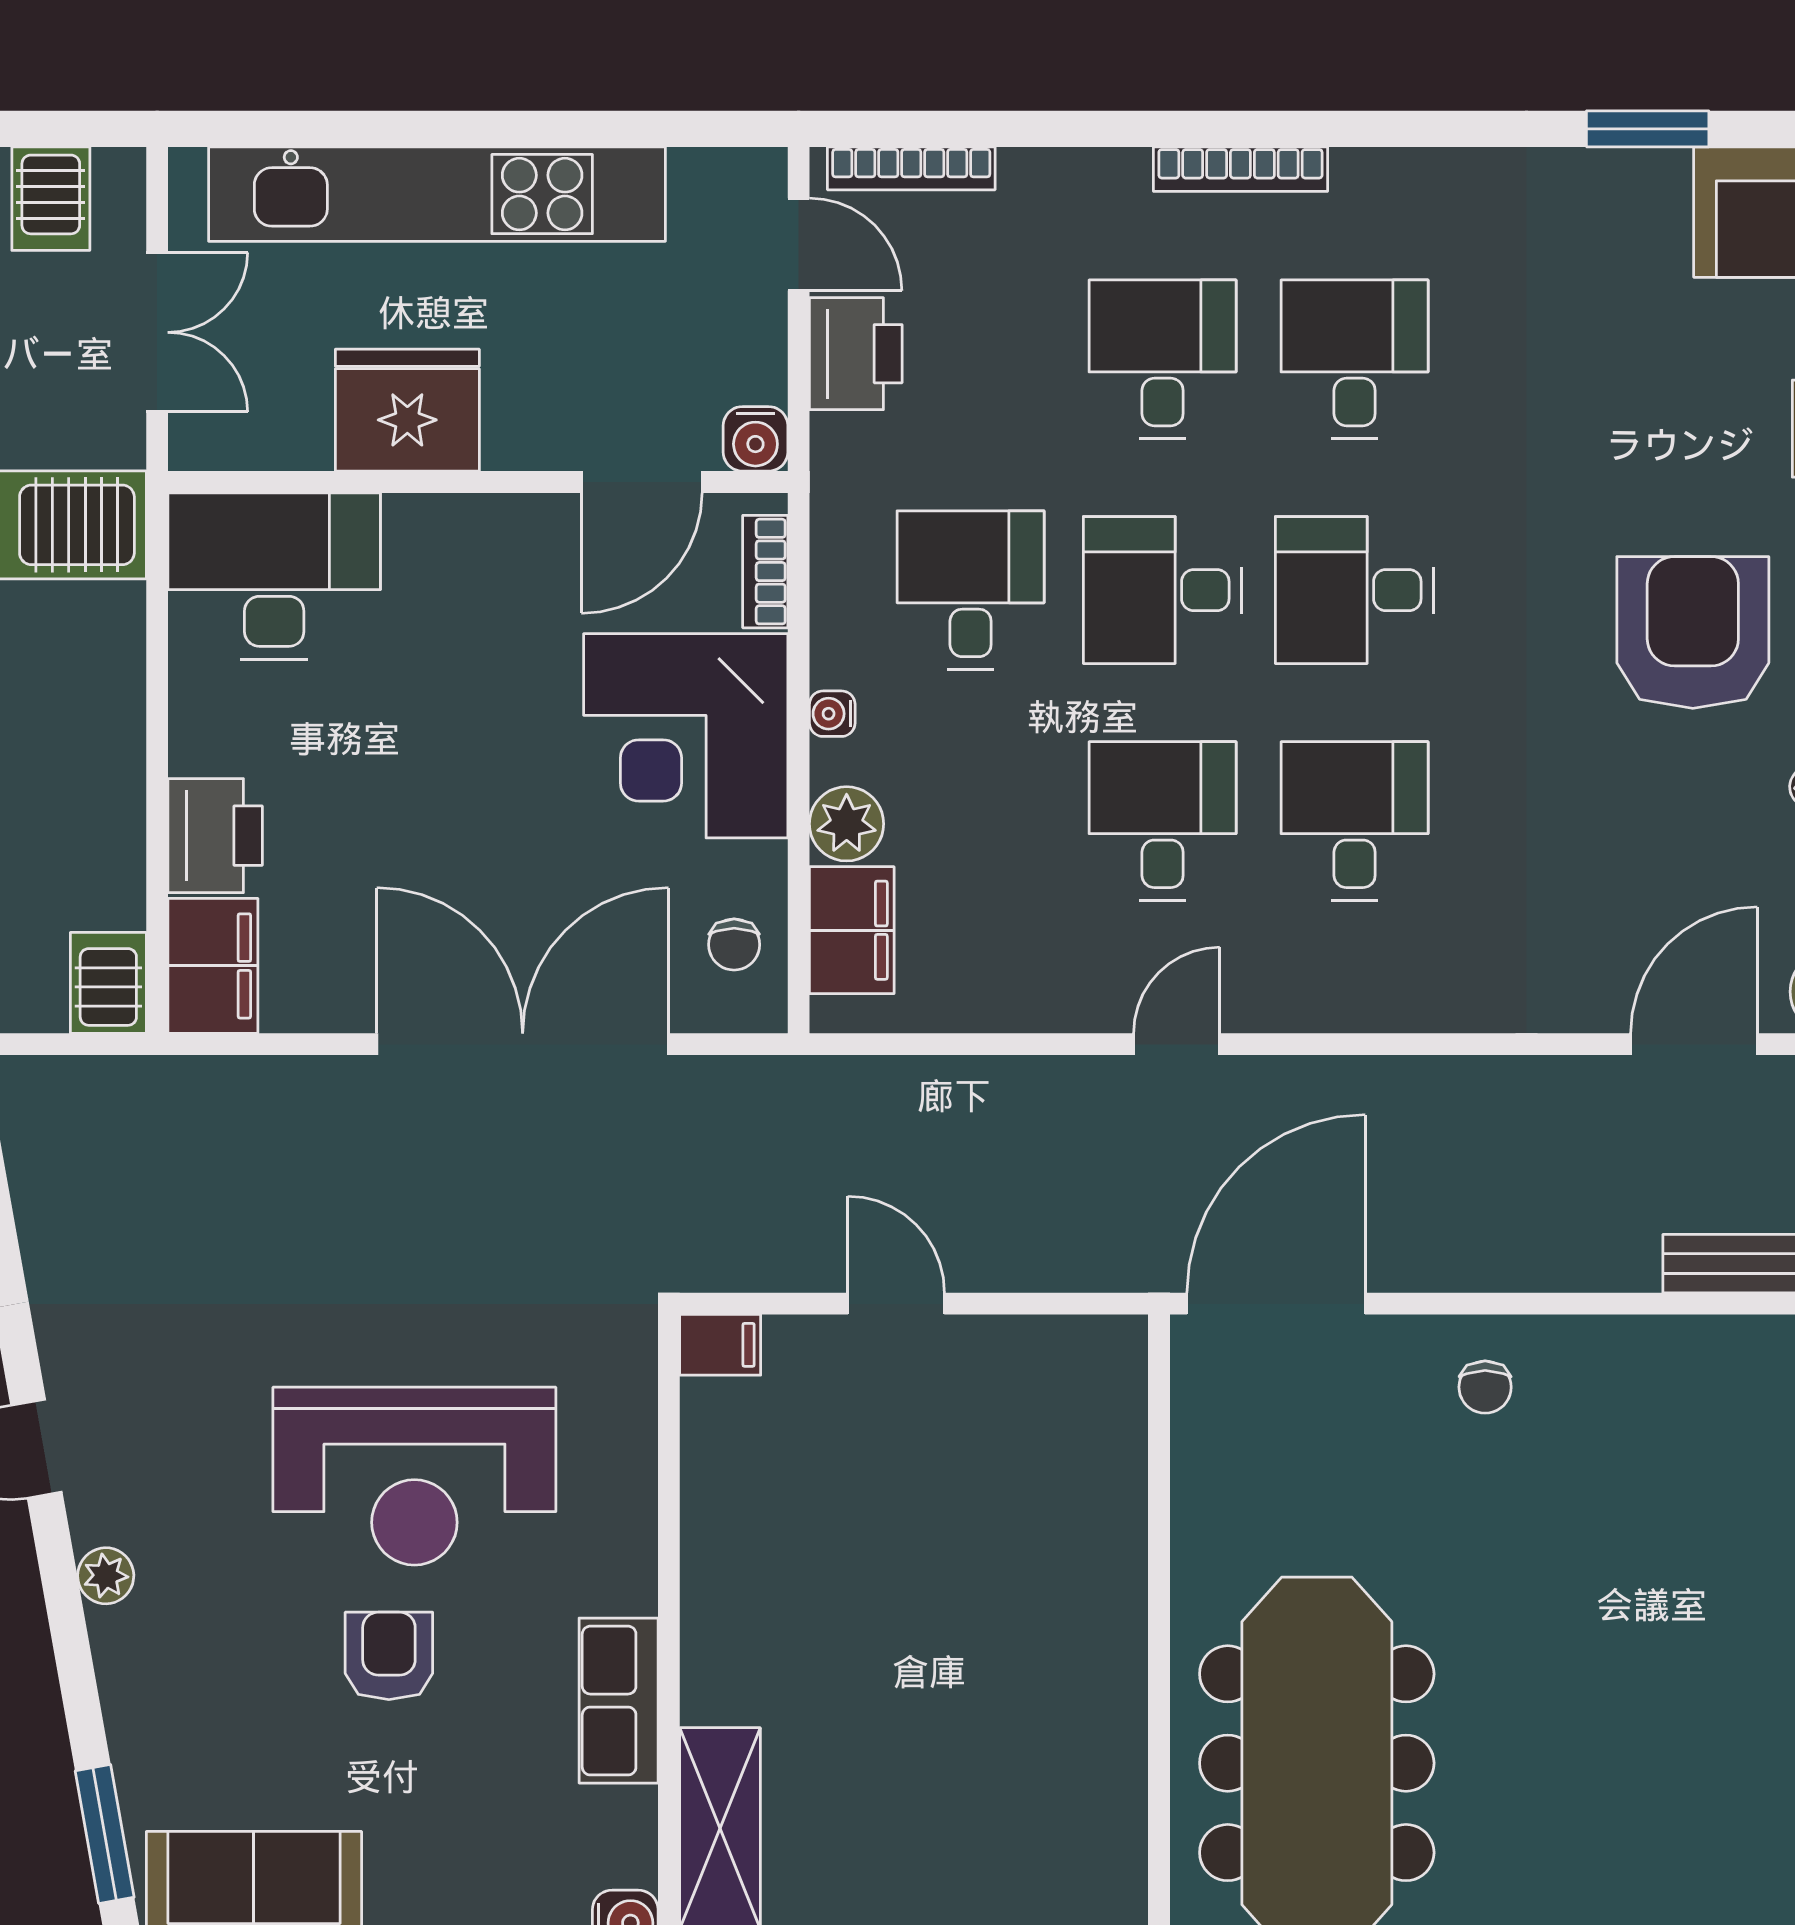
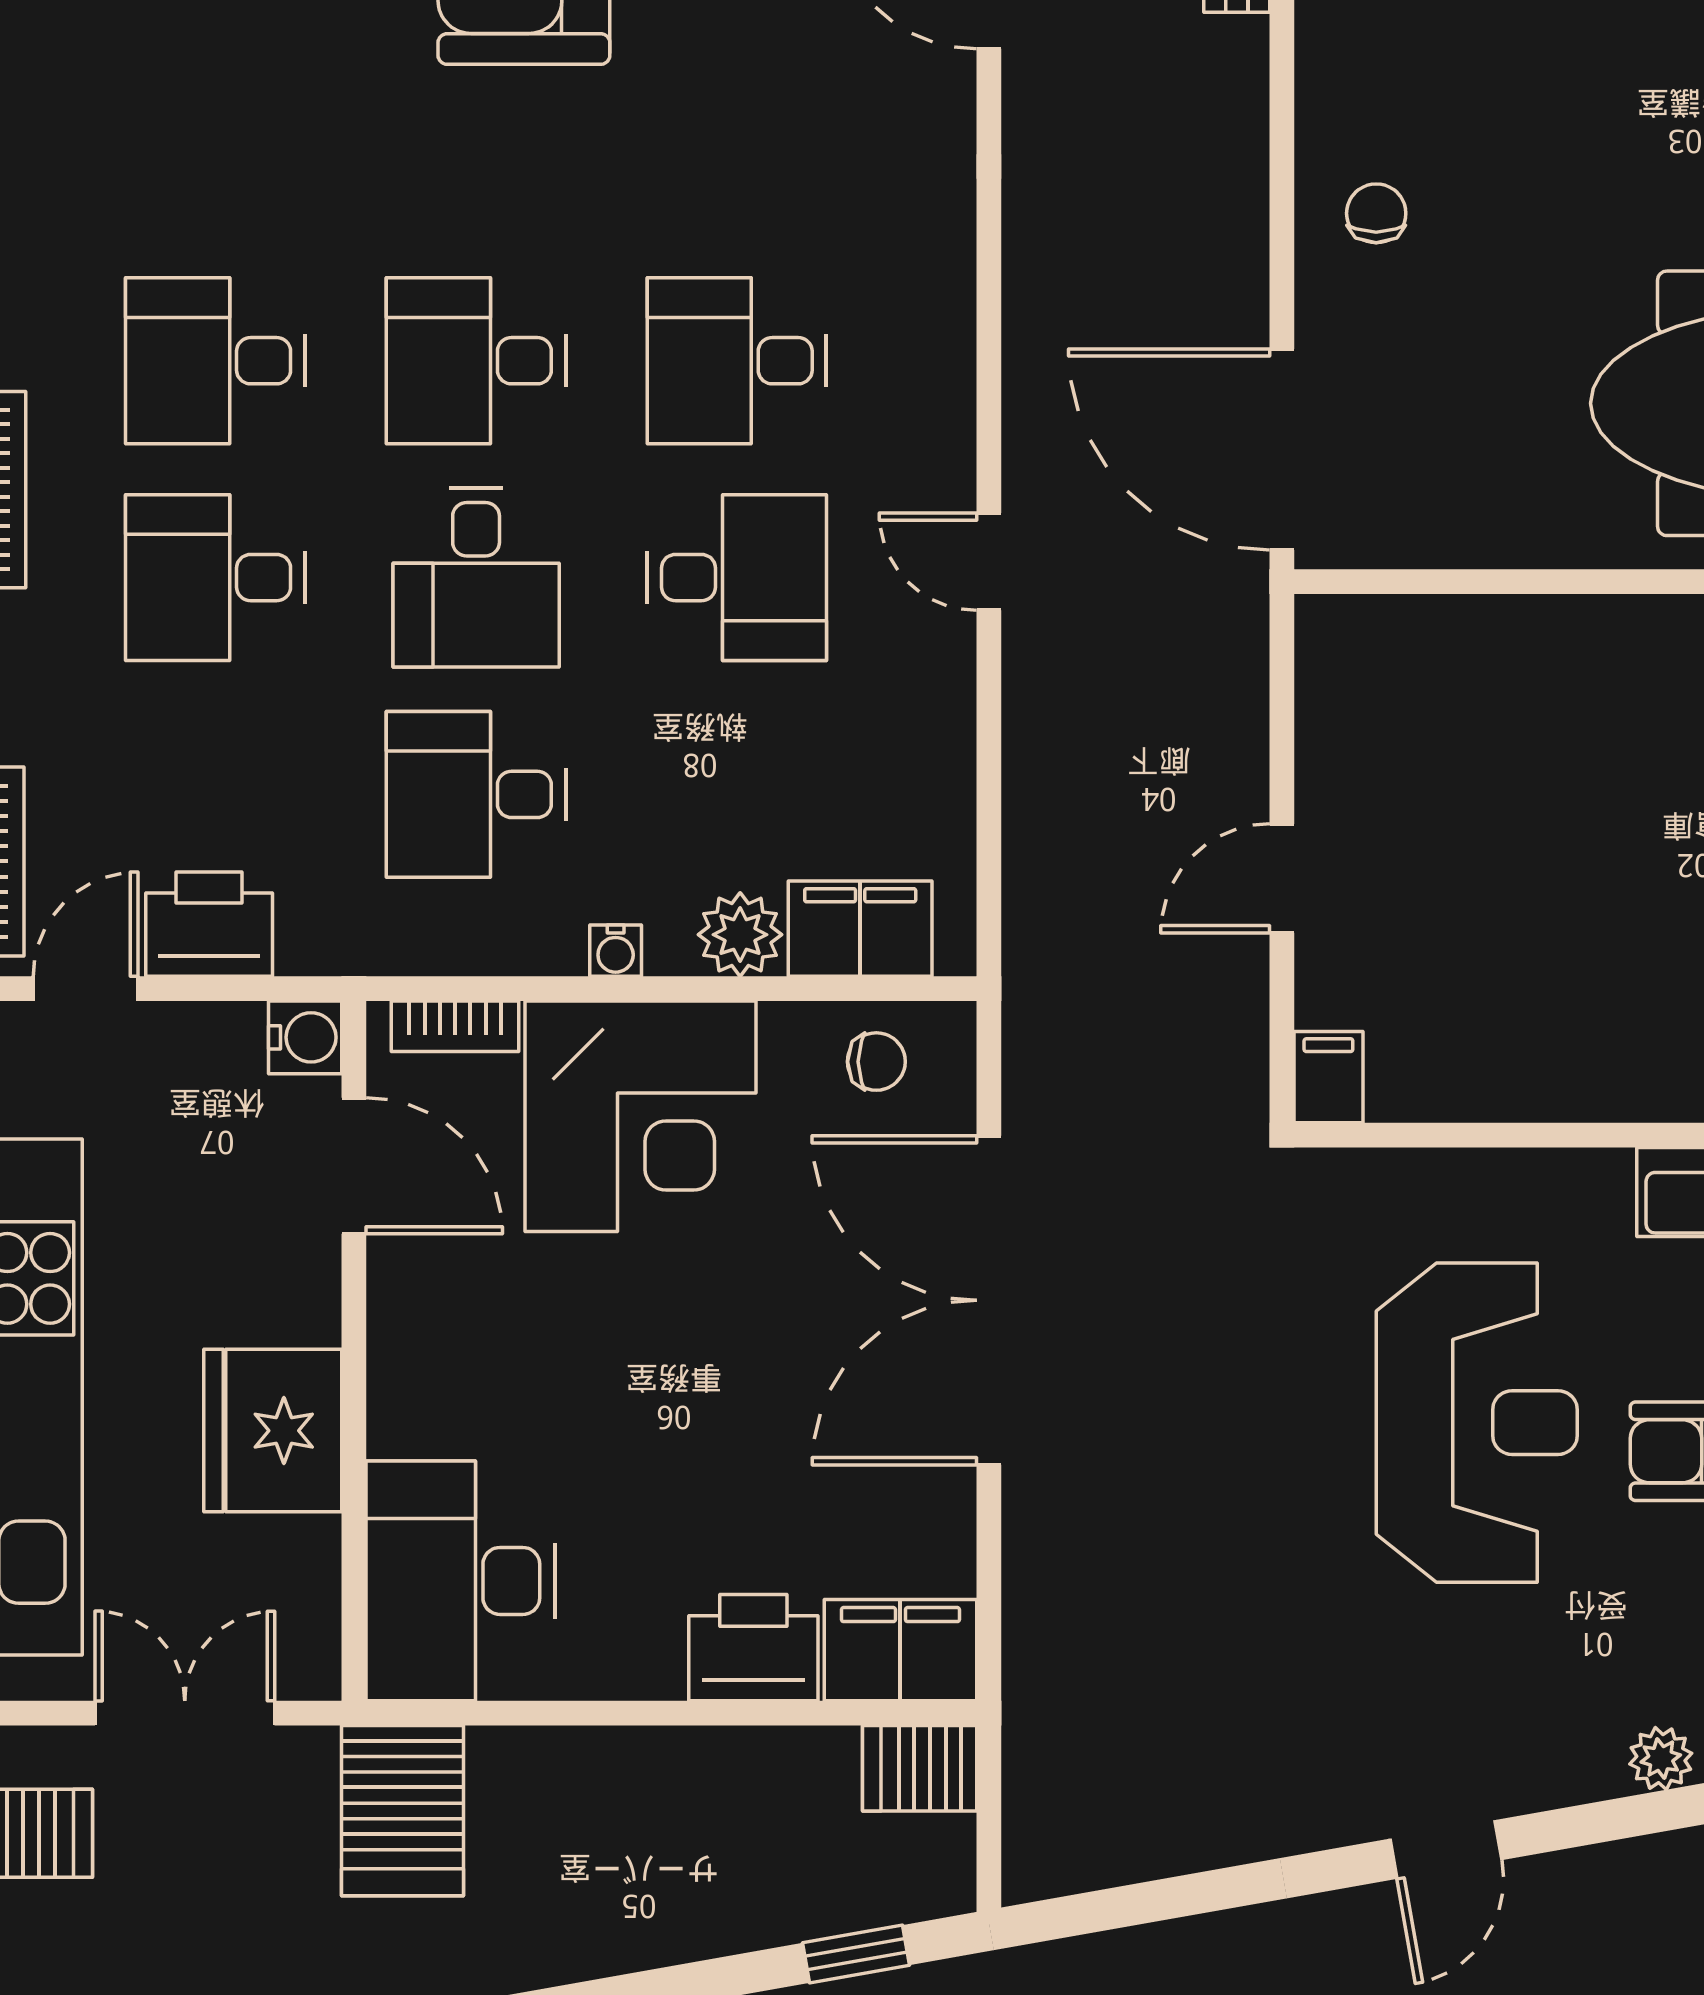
desk: (1355, 590) -> (476, 361), turned 90
desk: (1163, 821) -> (737, 578), turned 180
chair: (1485, 1387) -> (1376, 213), turned -90
plant: (106, 1576) -> (1661, 1759), moved

